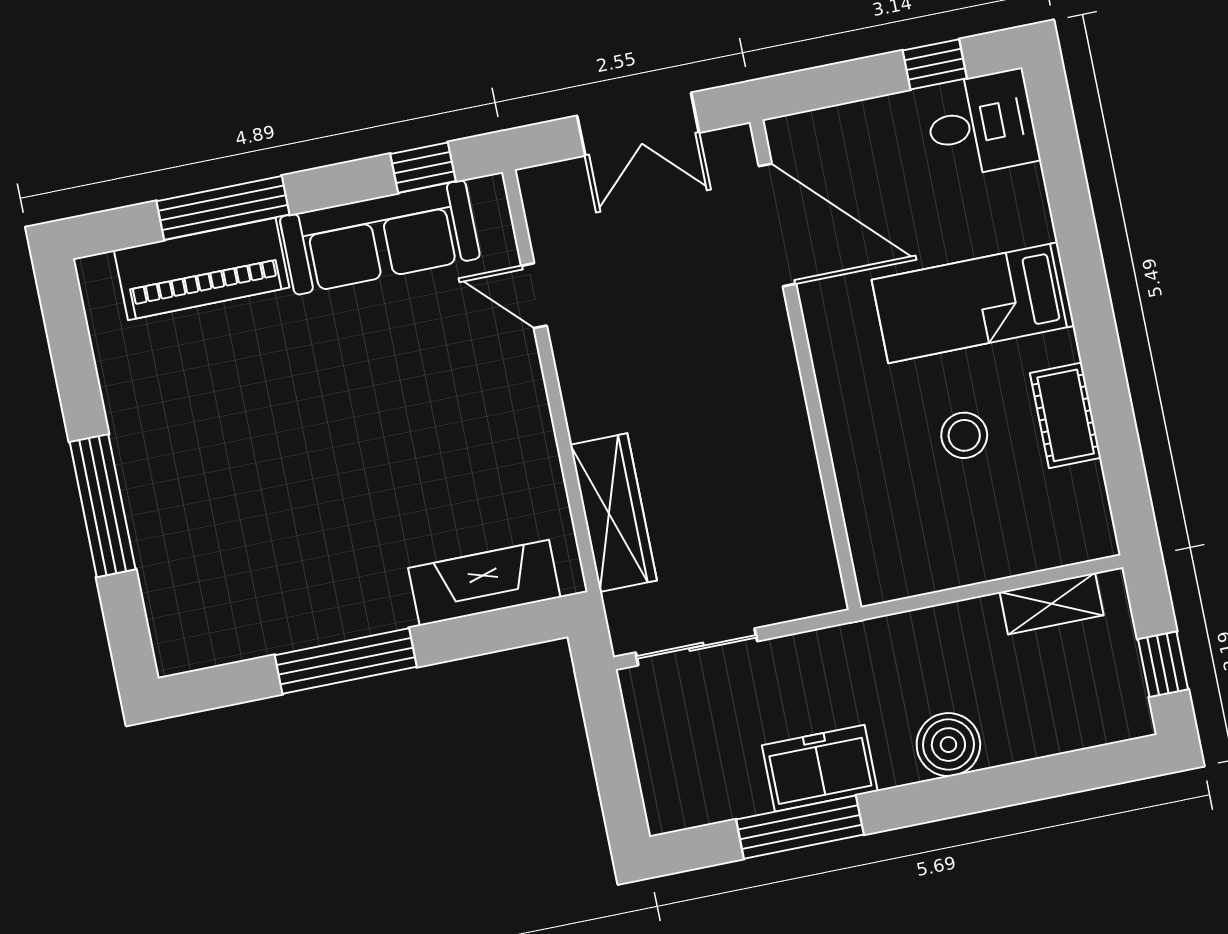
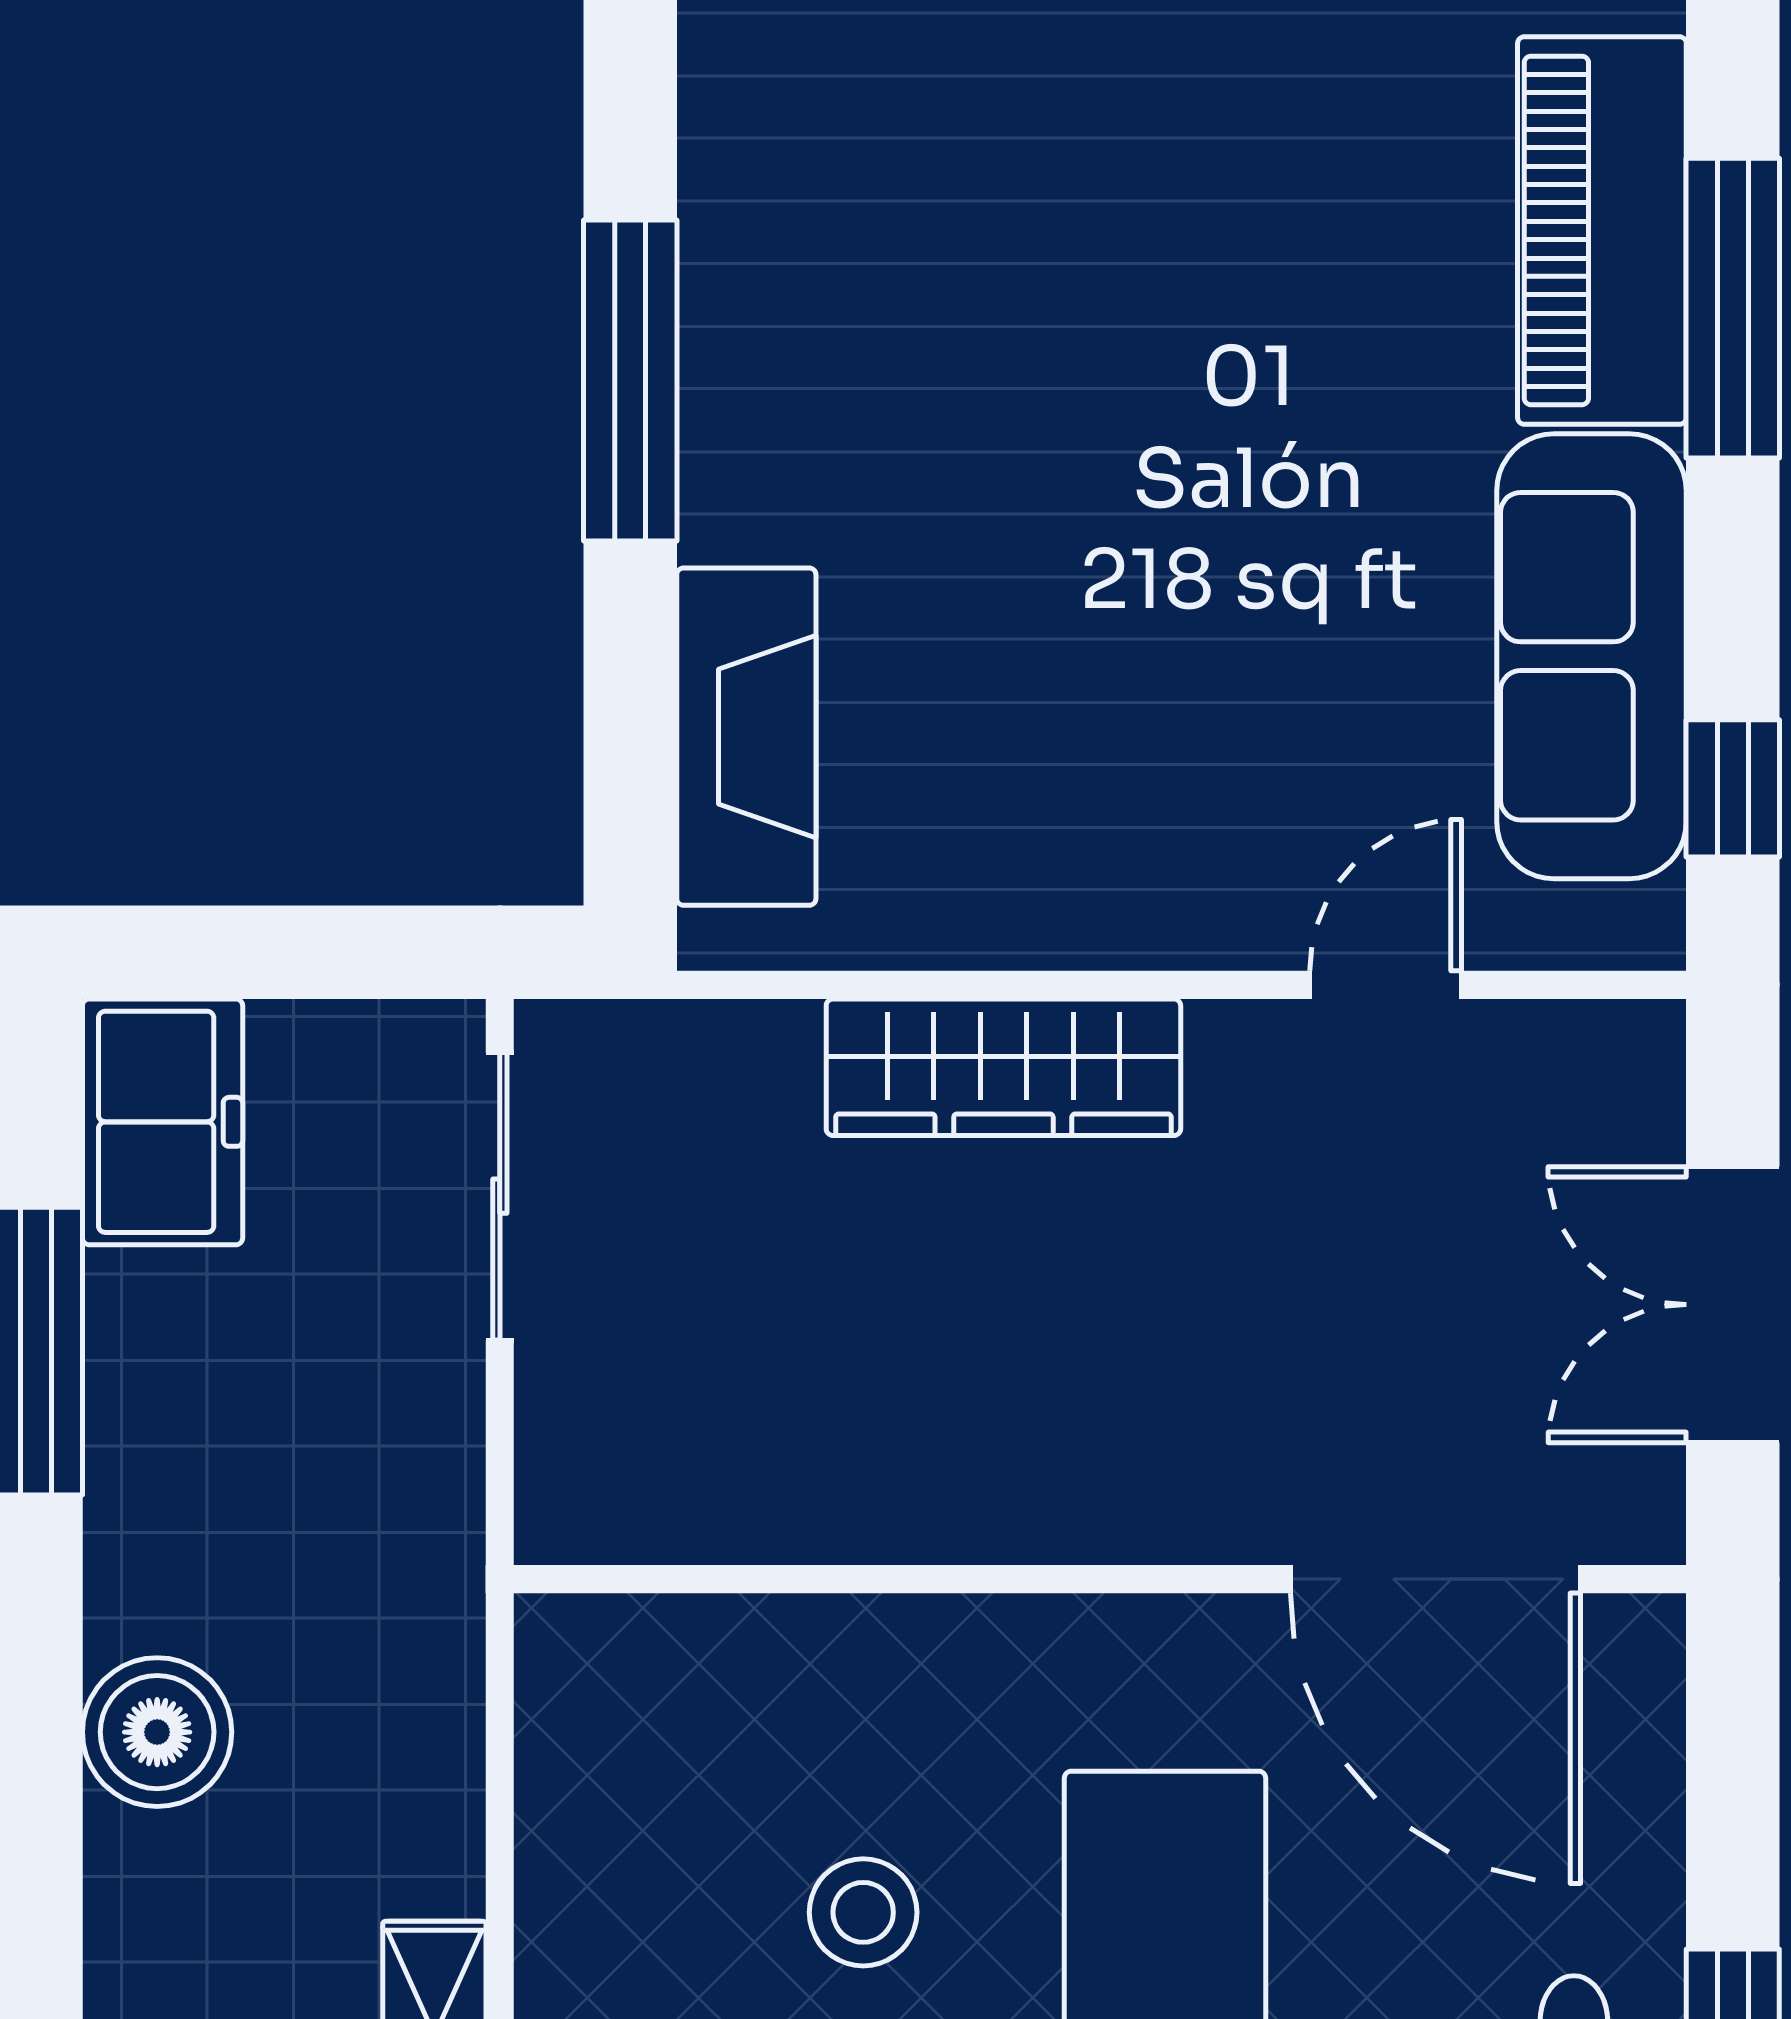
door: (777, 225) -> (1436, 1579), hinge flipped
wardrobe: (614, 513) -> (1003, 1067), moved
freezer: (820, 768) -> (163, 1122), moved

